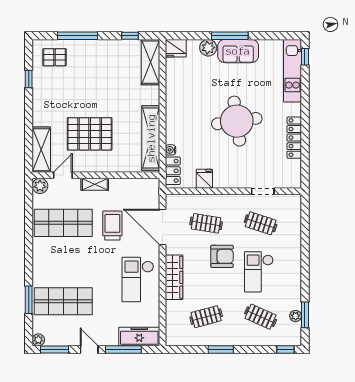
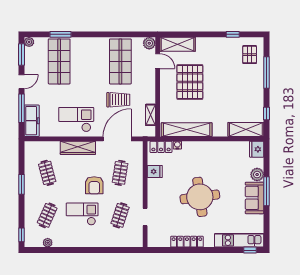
shelving: (95, 184) -> (151, 115), moved
window: (305, 315) -> (49, 250), removed

